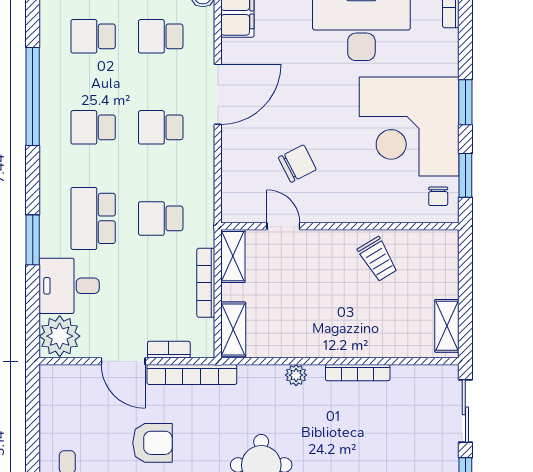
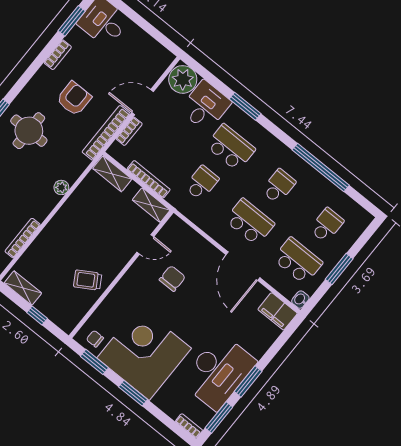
school desk: (161, 36) -> (298, 261), width x1.85
school desk: (161, 127) -> (250, 222), width x1.85
chair: (297, 164) -> (172, 278), turned -153
window: (465, 284) -> (37, 315), added
bookcase: (358, 373) -> (23, 238), moved
armchair: (152, 443) -> (74, 99), moved, turned 180

